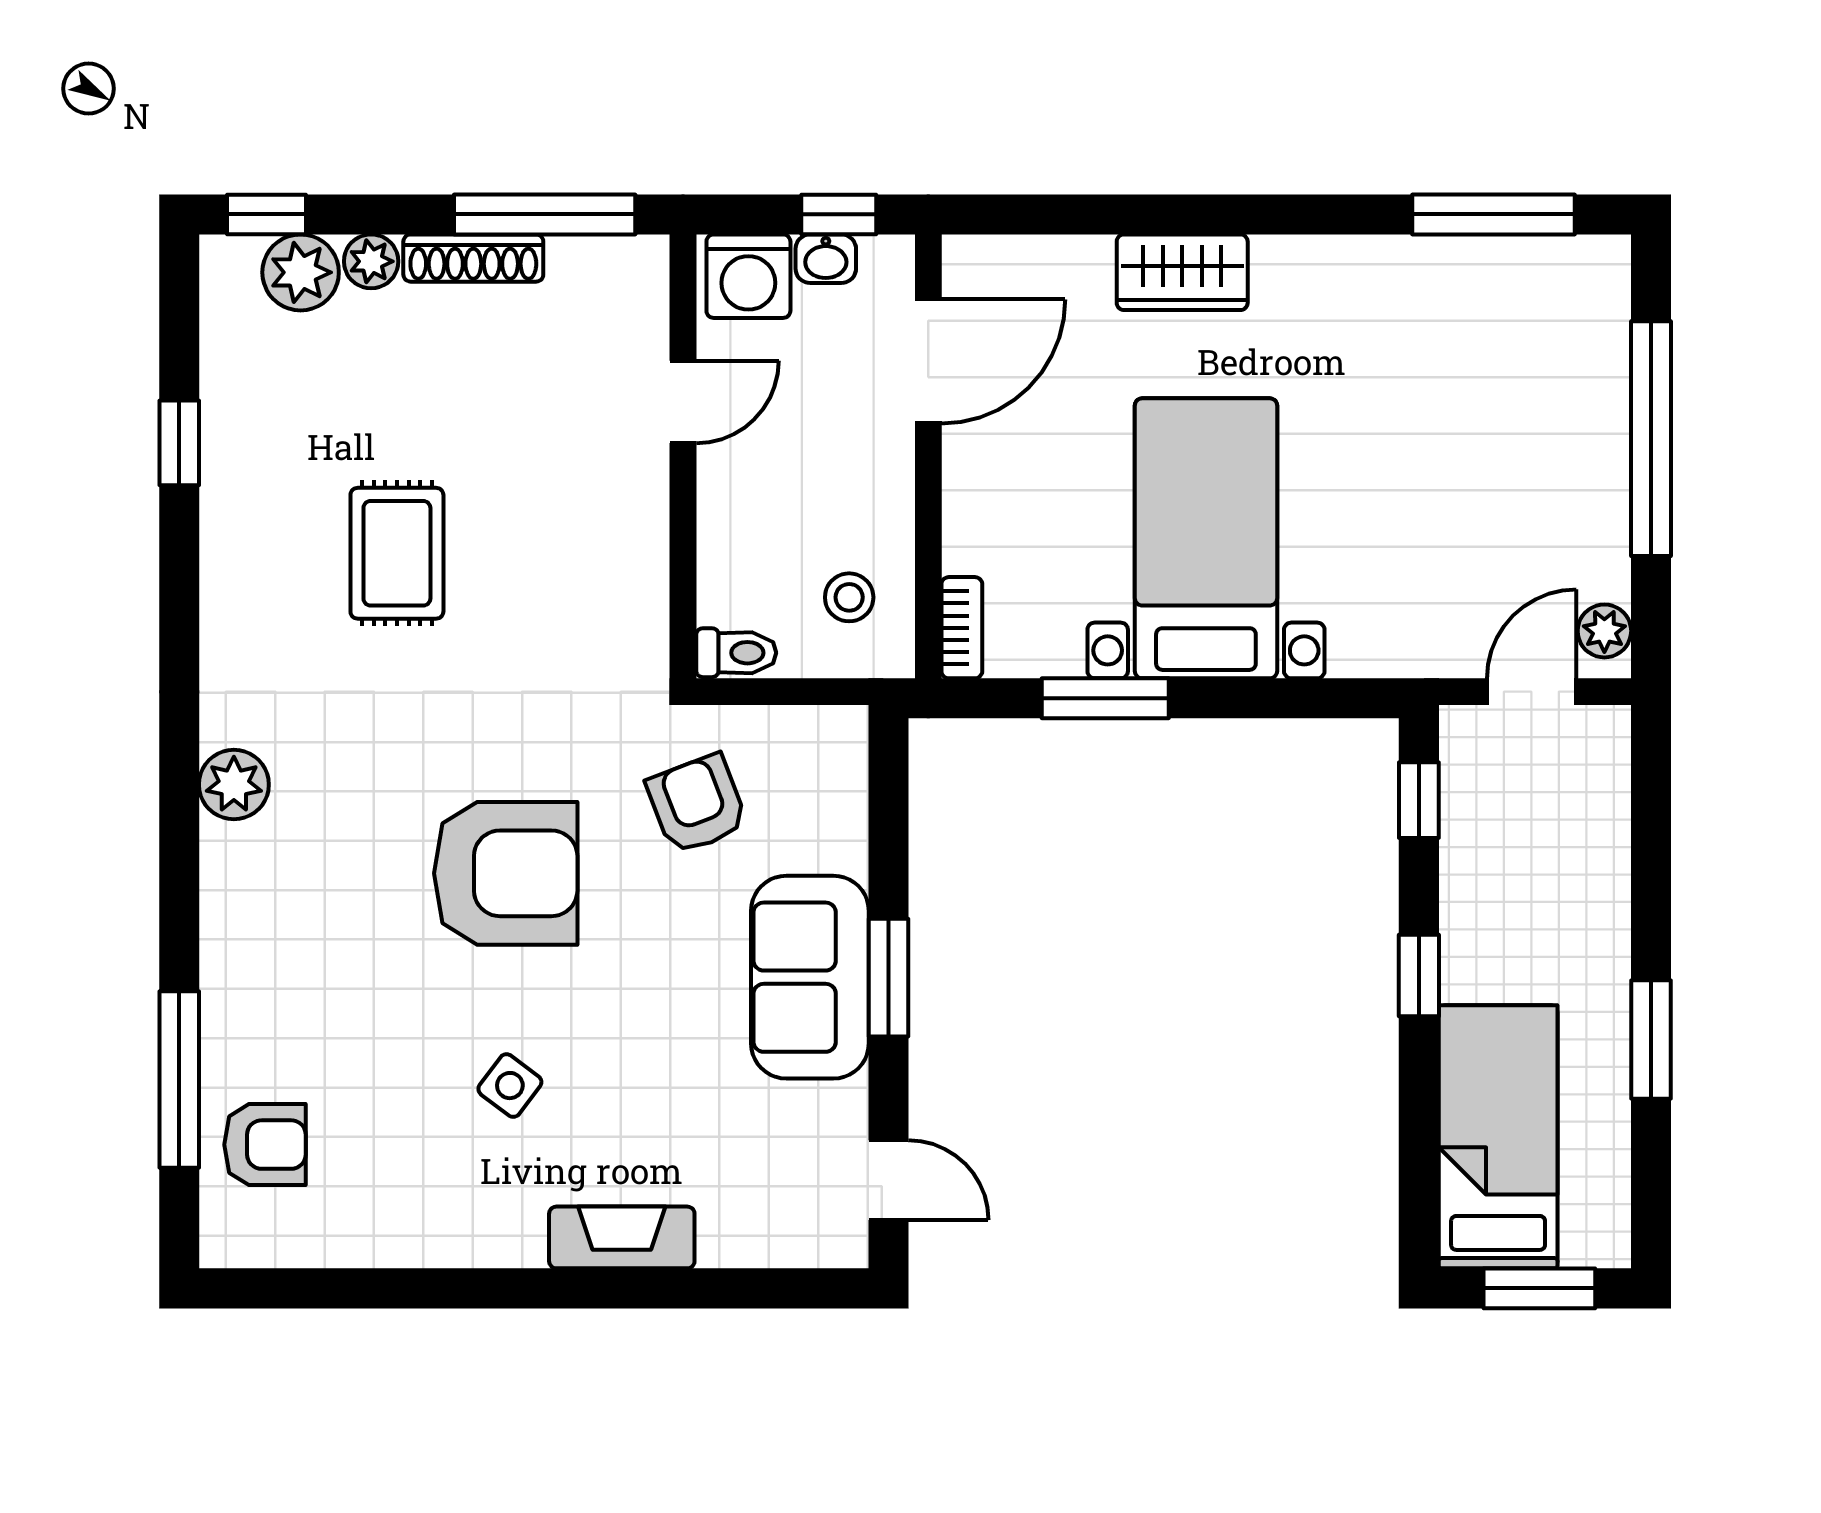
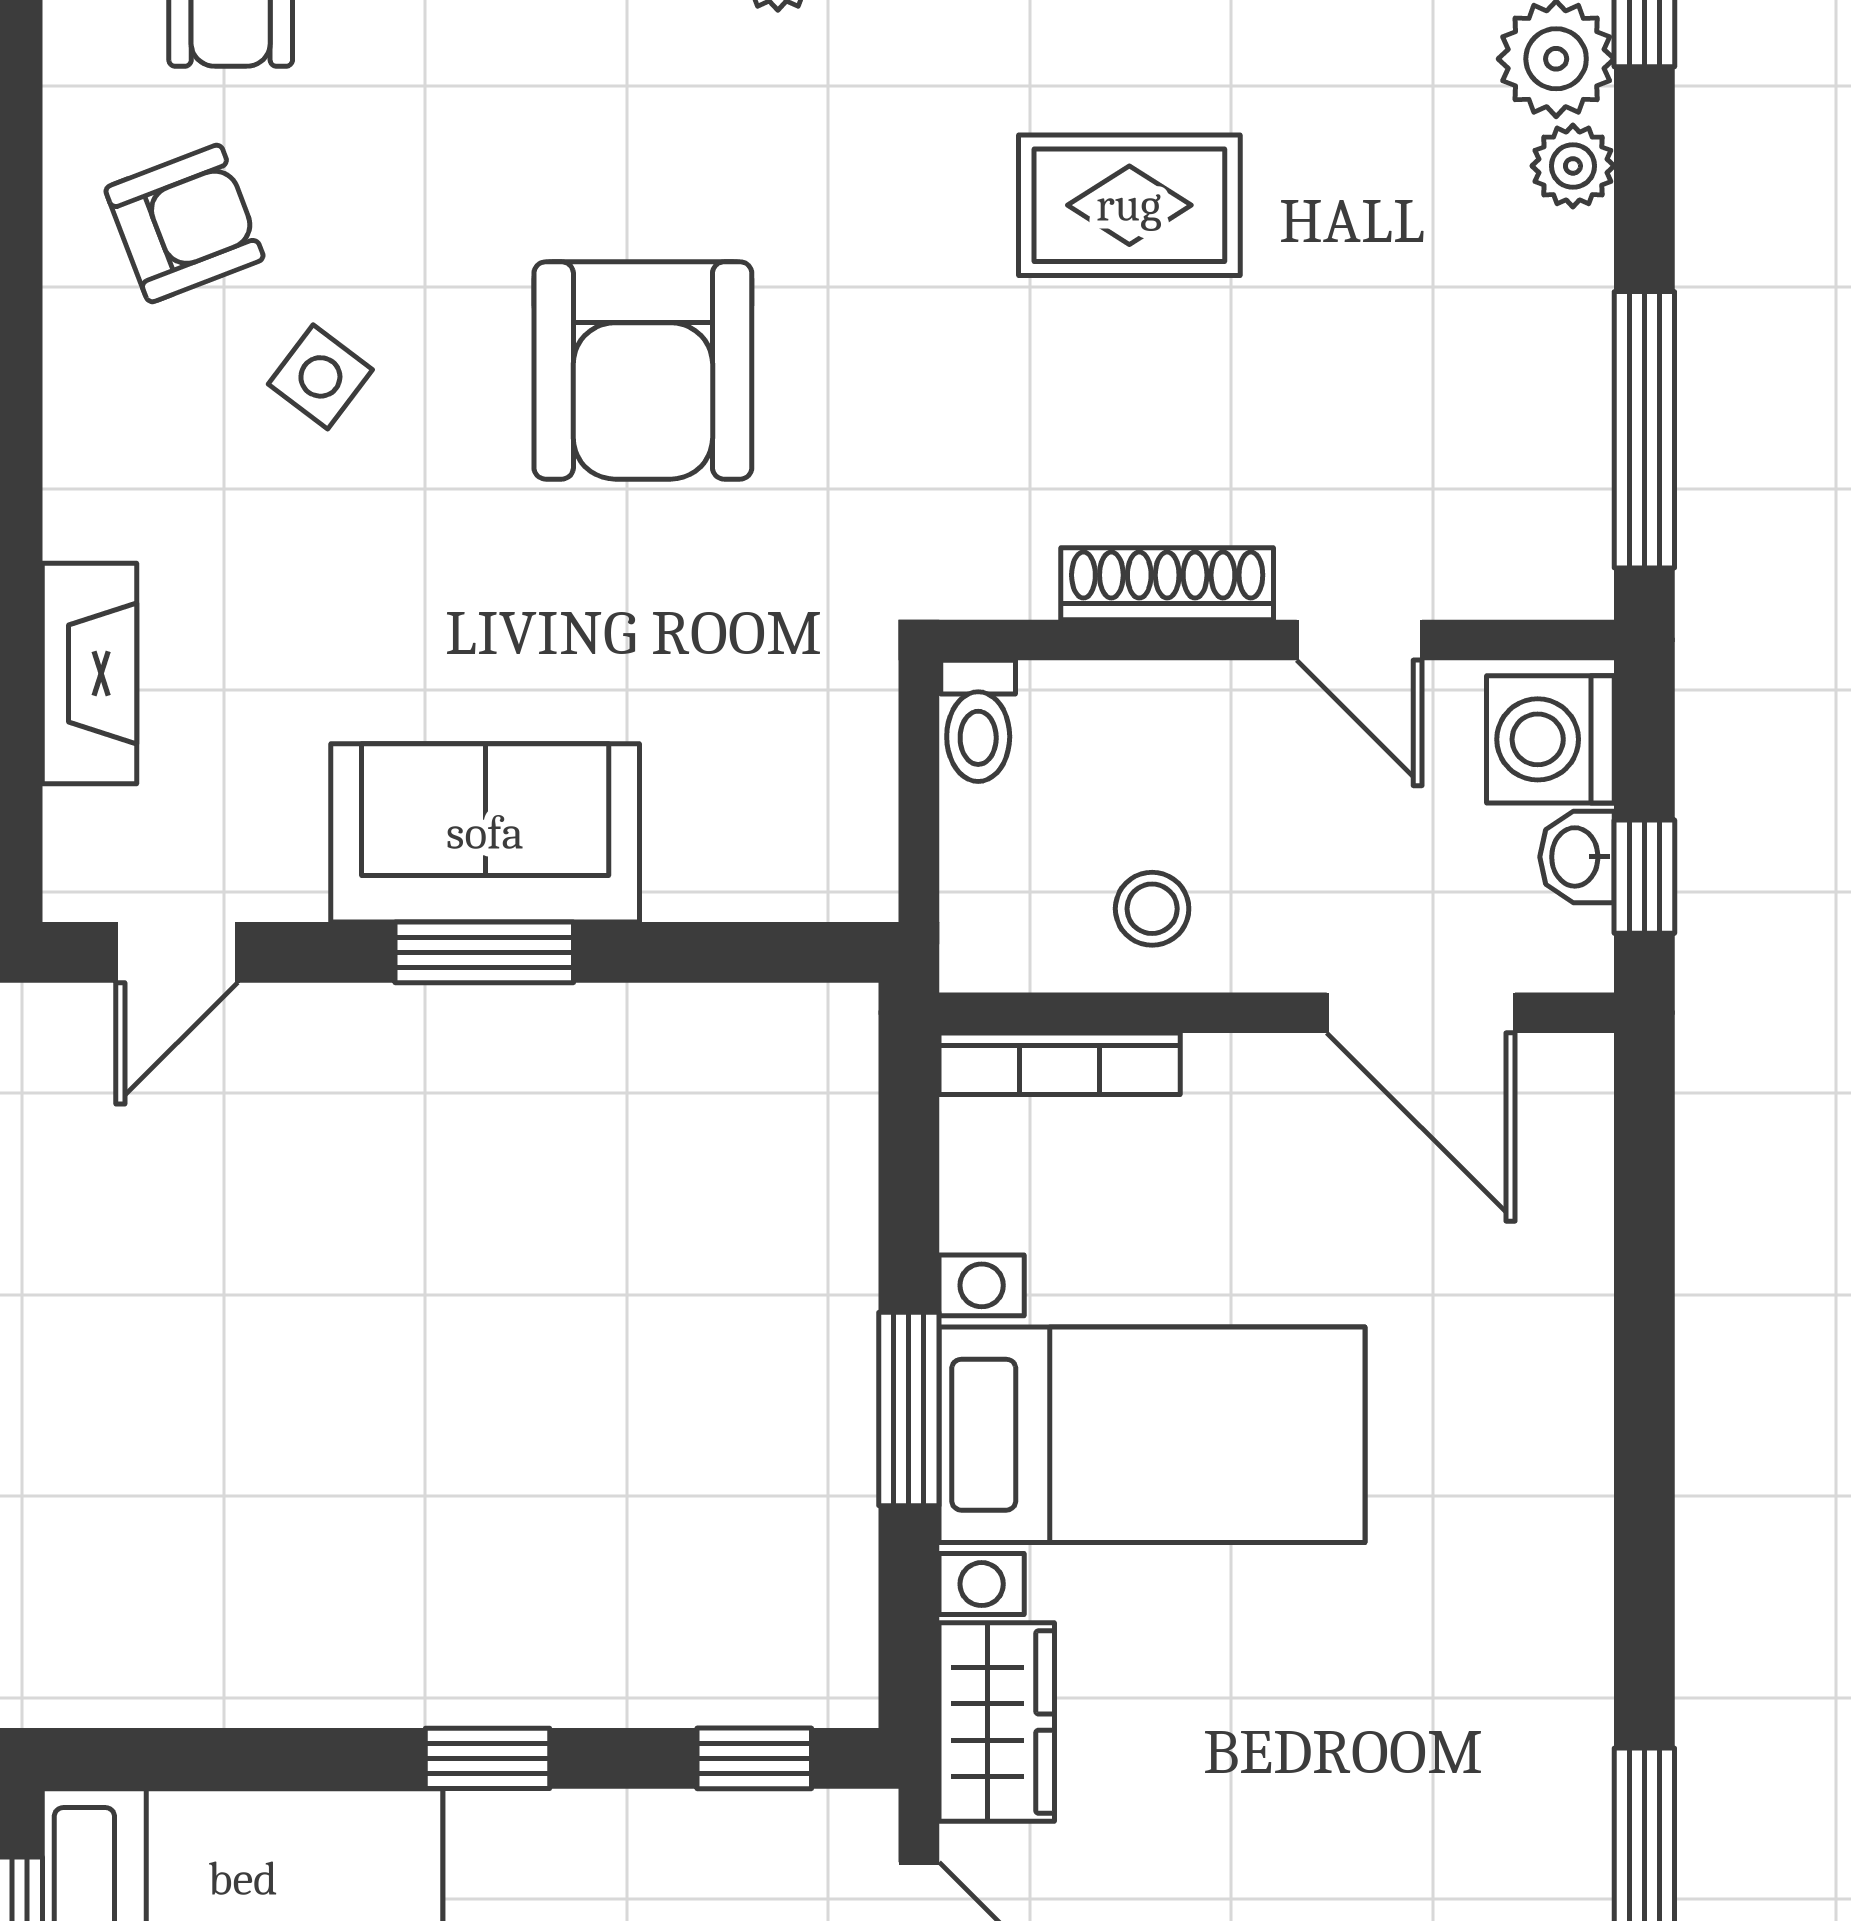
shoe rack: (473, 258) -> (1167, 584), moved, turned 90
wardrobe: (1182, 272) -> (997, 1722), moved, turned 180
stool: (849, 597) -> (1152, 909), moved
bookcase: (962, 628) -> (1060, 1064), width x1.56
window: (1105, 698) -> (909, 1409), moved
armchair: (697, 804) -> (184, 223), moved
fireplace: (622, 1237) -> (89, 673), moved

